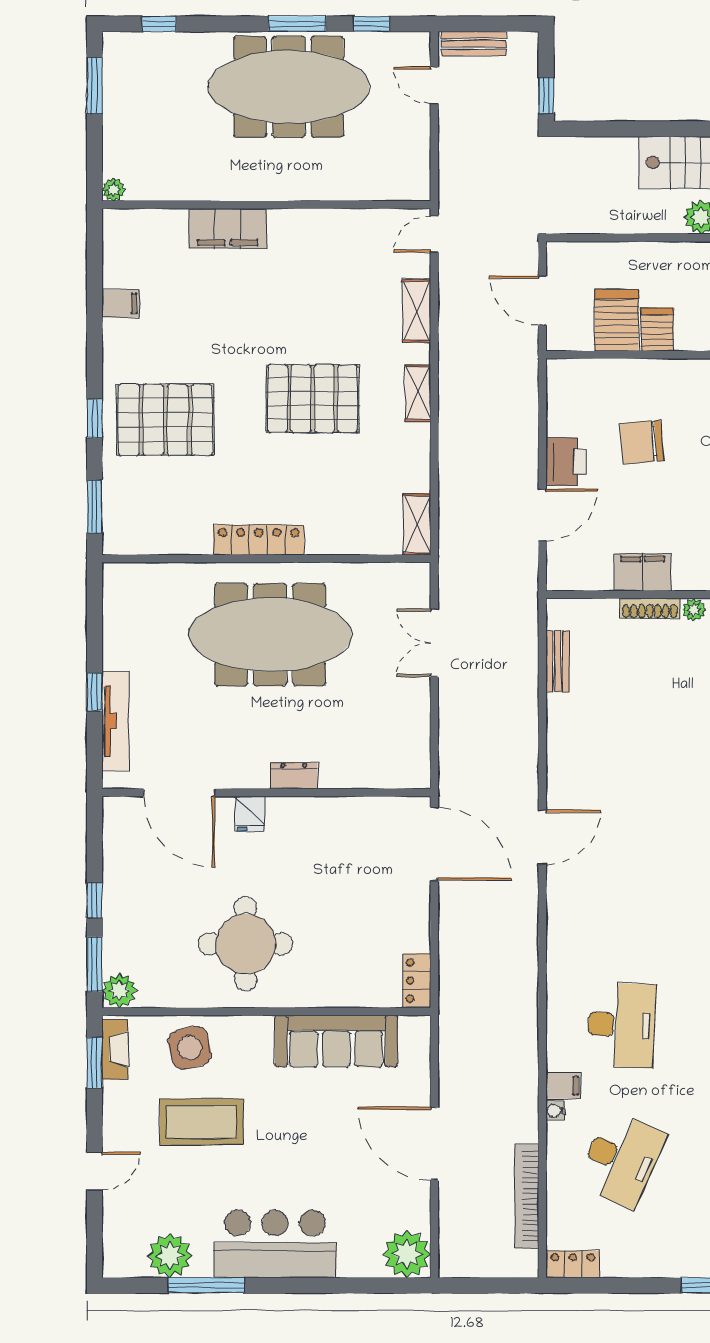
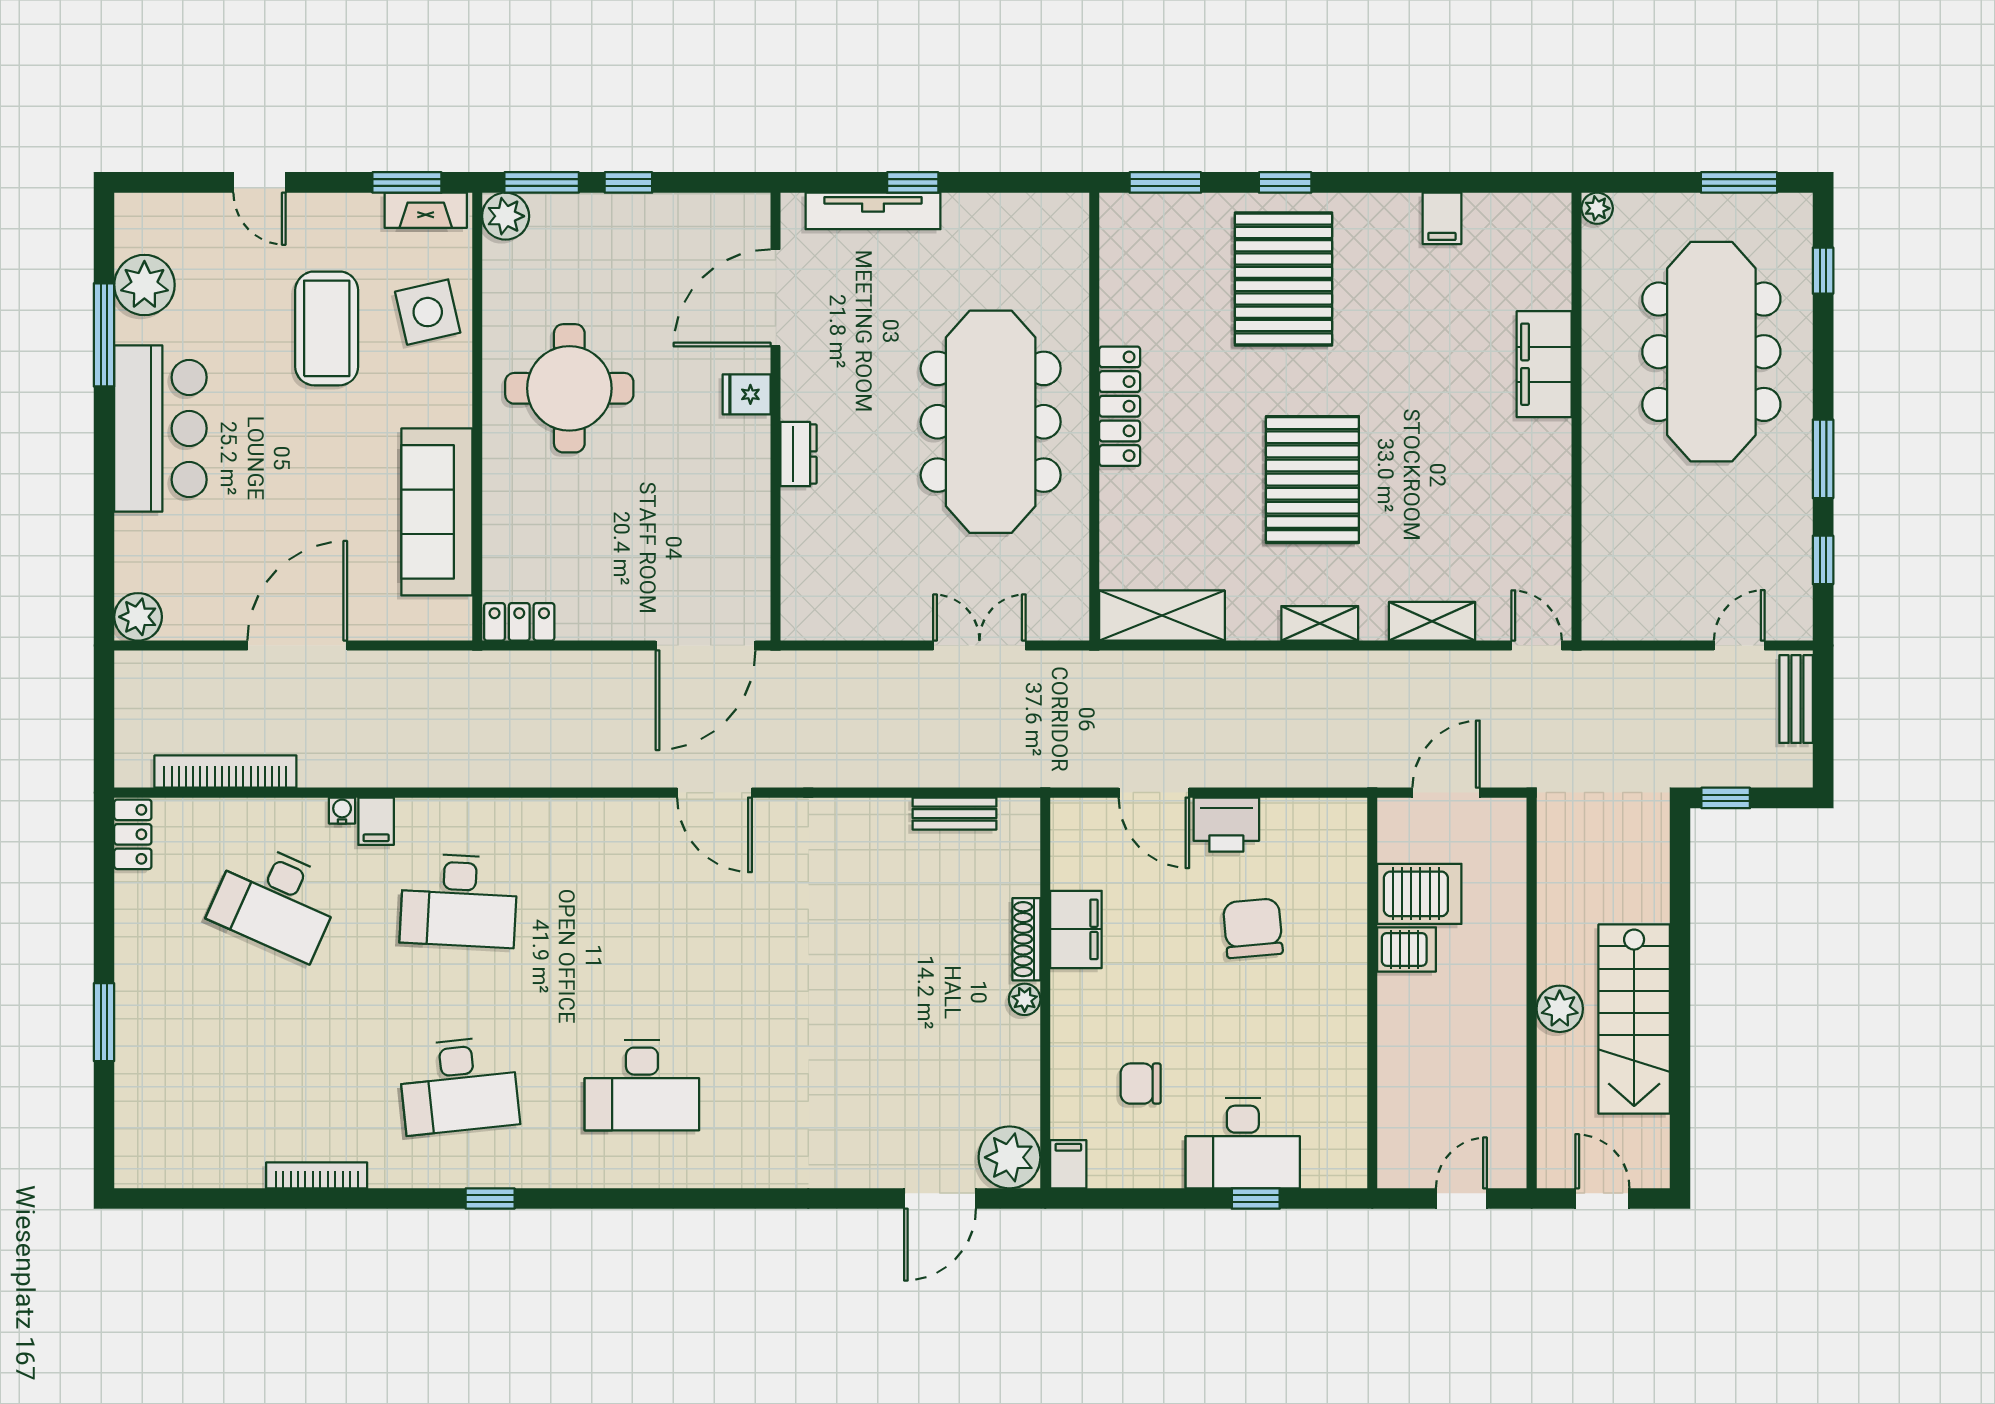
meeting table: (289, 87) -> (1711, 352), moved
shelving: (417, 524) -> (1162, 615), width x1.50, depth x1.33
plant: (407, 1254) -> (138, 617), width x0.73, depth x0.73

